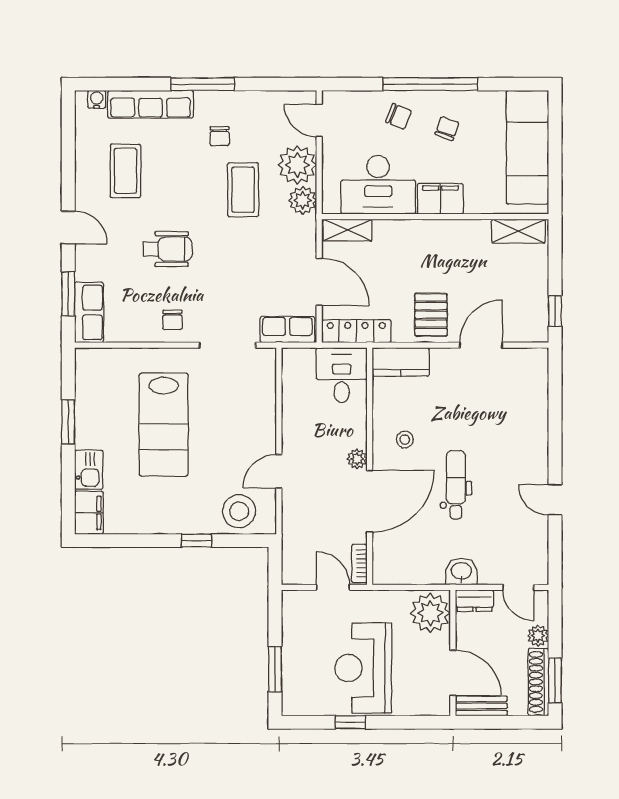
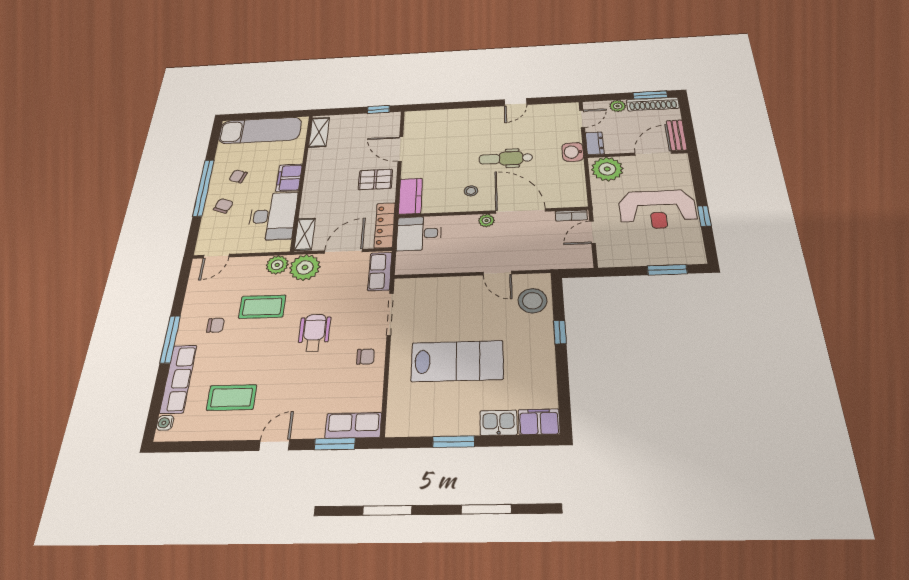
plant: (297, 165) -> (305, 267), moved
wheelchair: (168, 249) -> (314, 333), moved

